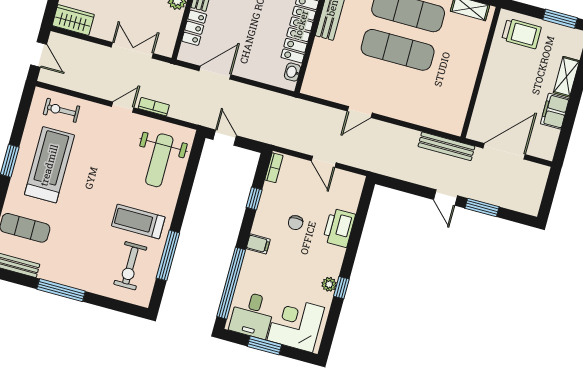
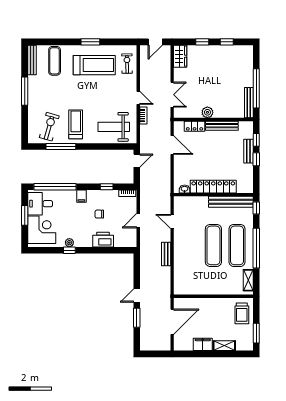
door: (360, 112) -> (172, 222), moved
bench: (446, 146) -> (166, 254), moved, width x0.73
door: (504, 151) -> (172, 322), hinge flipped
exercise bike: (130, 266) -> (49, 127), turned 106

